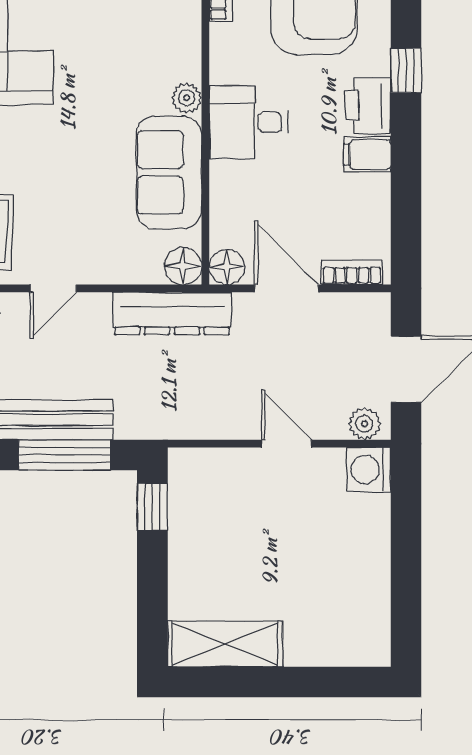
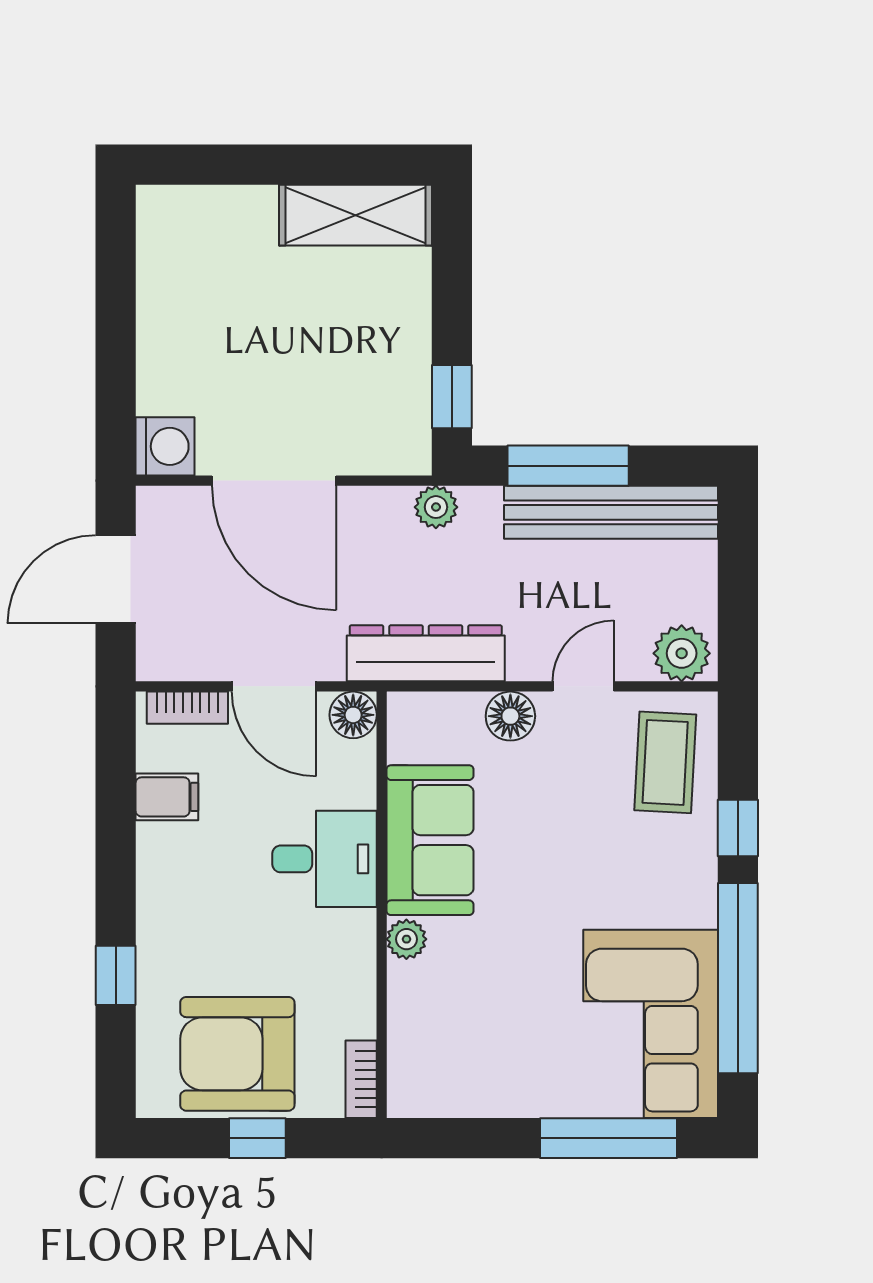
printer: (368, 106) -> (166, 929), removed
desk: (248, 122) -> (325, 859), moved
filing cabinet: (367, 155) -> (167, 797), moved
floor lamp: (183, 266) -> (510, 716), moved
plant: (364, 424) -> (436, 507), moved
door: (287, 444) -> (274, 481), width x1.88

